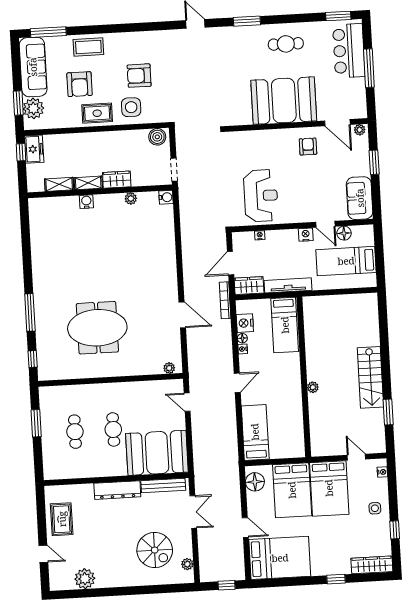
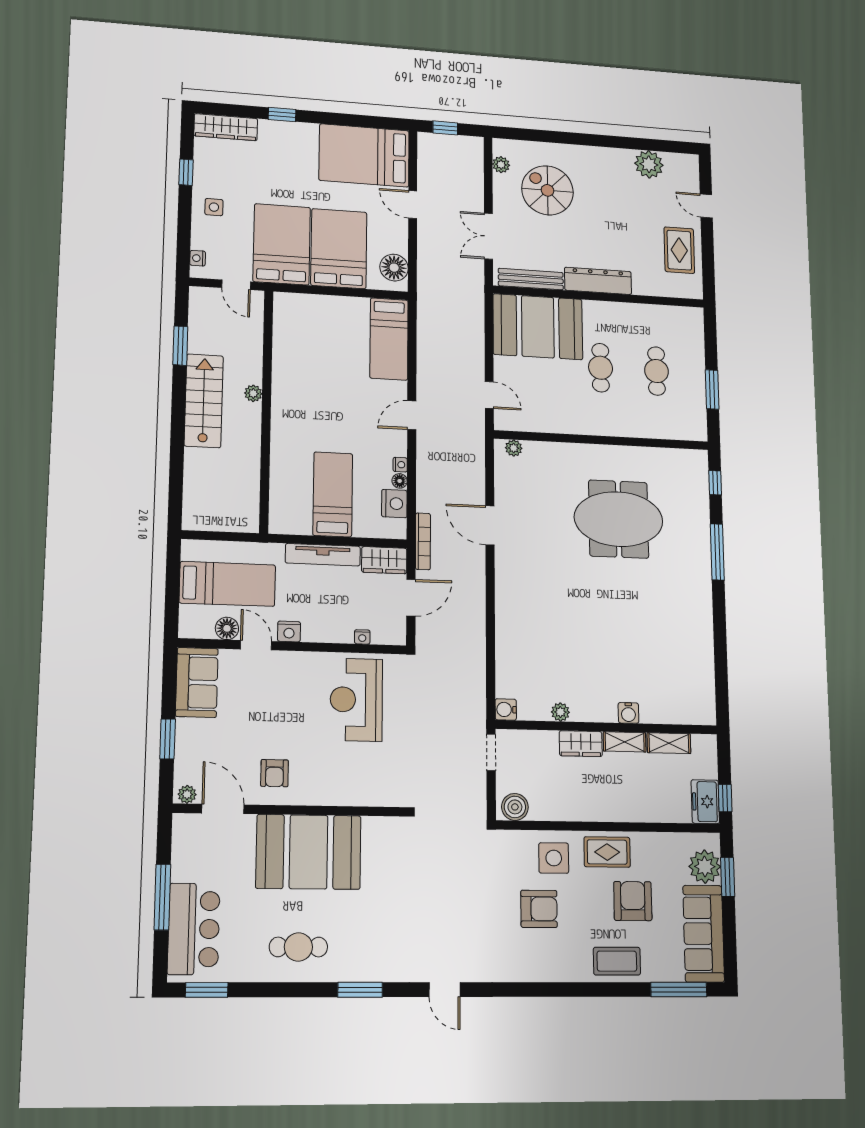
wall: (304, 377) -> (266, 410), moved
plant: (313, 387) -> (253, 393), moved

